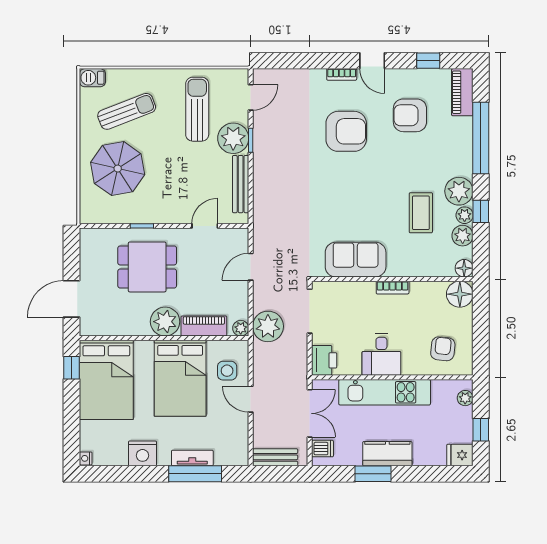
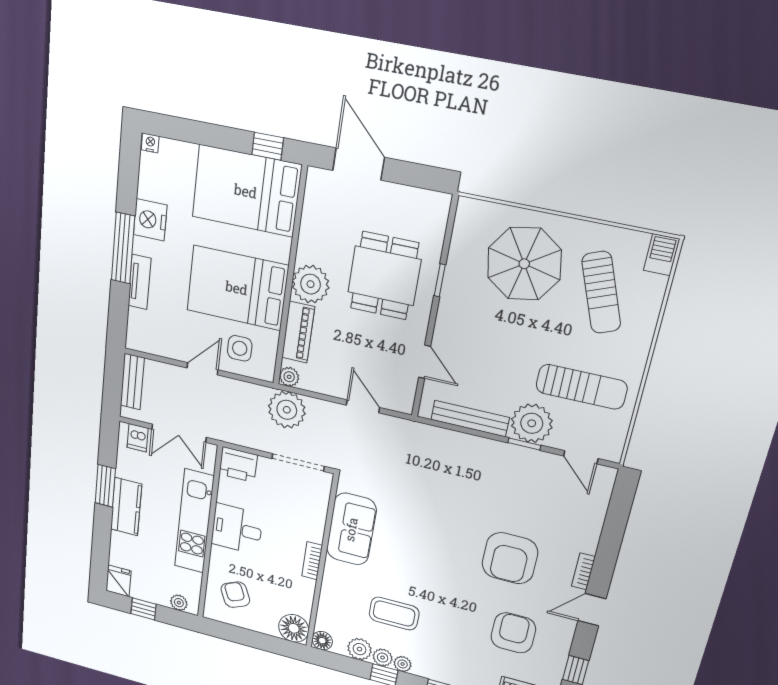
plant: (459, 191) -> (403, 664), width x0.53, depth x0.53
armchair: (443, 349) -> (235, 595), turned -120
window: (195, 474) -> (123, 248), moved

